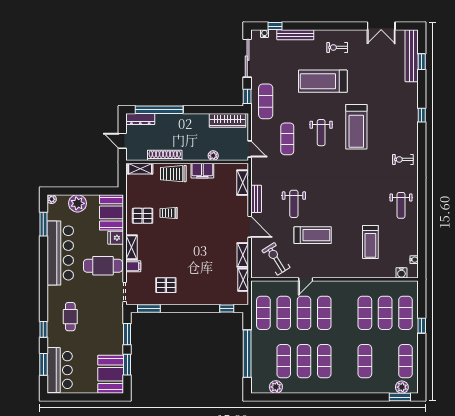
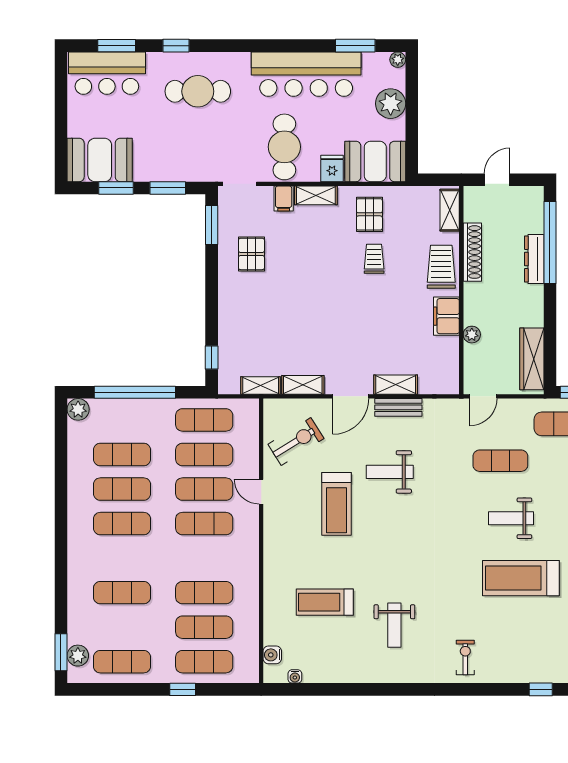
dresser: (140, 119) -> (534, 259), moved
shelving: (243, 183) -> (396, 385), moved
weight bench: (401, 205) -> (394, 625), moved, turned -90
cafe table: (70, 317) -> (198, 91), width x1.37, depth x1.35
plant: (276, 387) -> (78, 409), moved

